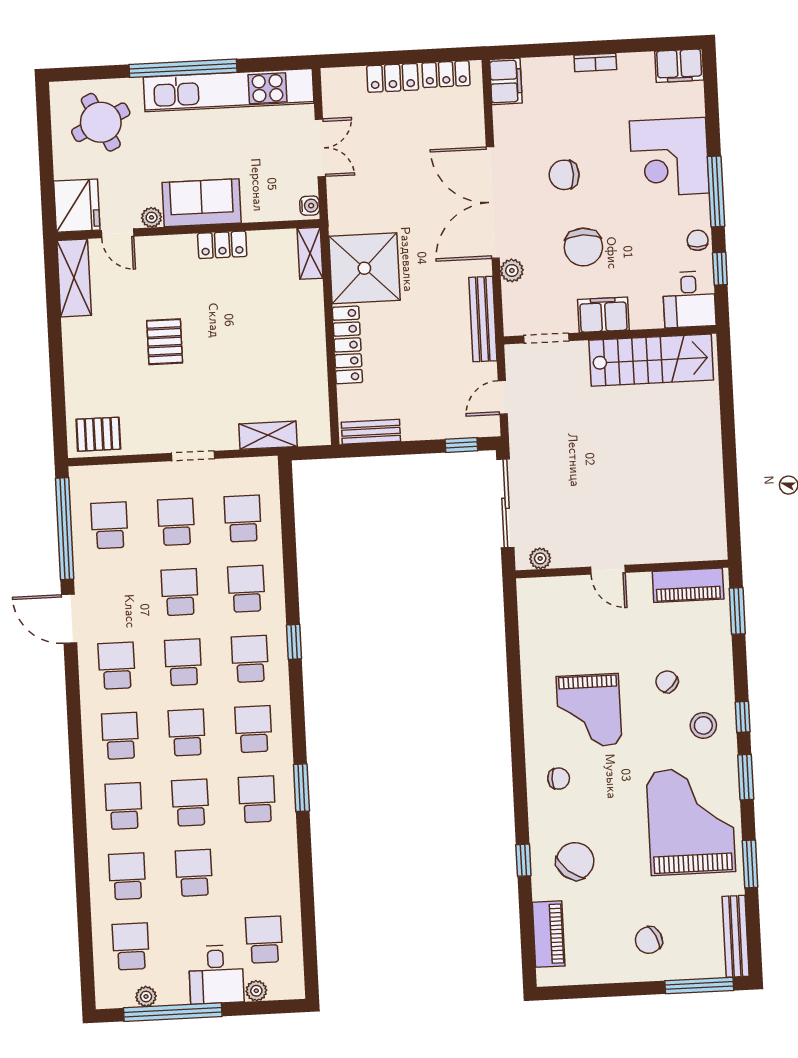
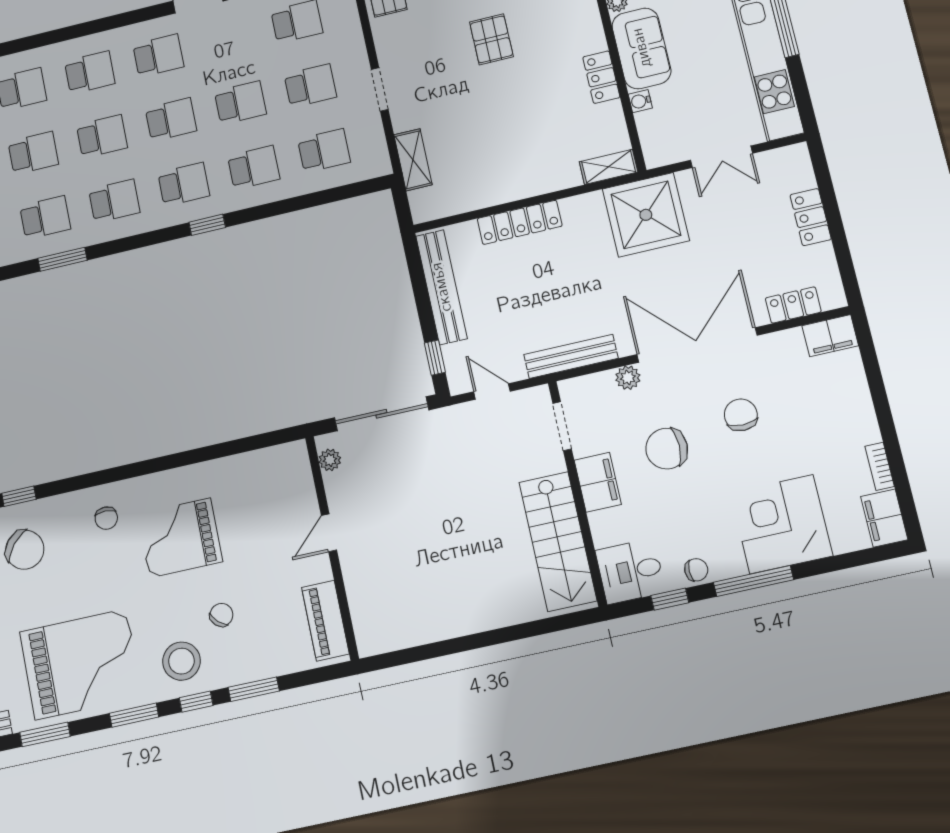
bookcase: (595, 62) -> (880, 466), moved
locker: (446, 74) -> (793, 305), moved, turned 90
water cooler: (310, 206) -> (640, 101), moved, turned 90
shower: (364, 268) -> (646, 215), moved
pallet: (165, 342) -> (491, 39), turned 90
bench: (371, 432) -> (441, 287), width x1.86, depth x1.21
window: (737, 611) -> (254, 689), moved
stool: (703, 725) -> (181, 661), width x1.38, depth x1.38

